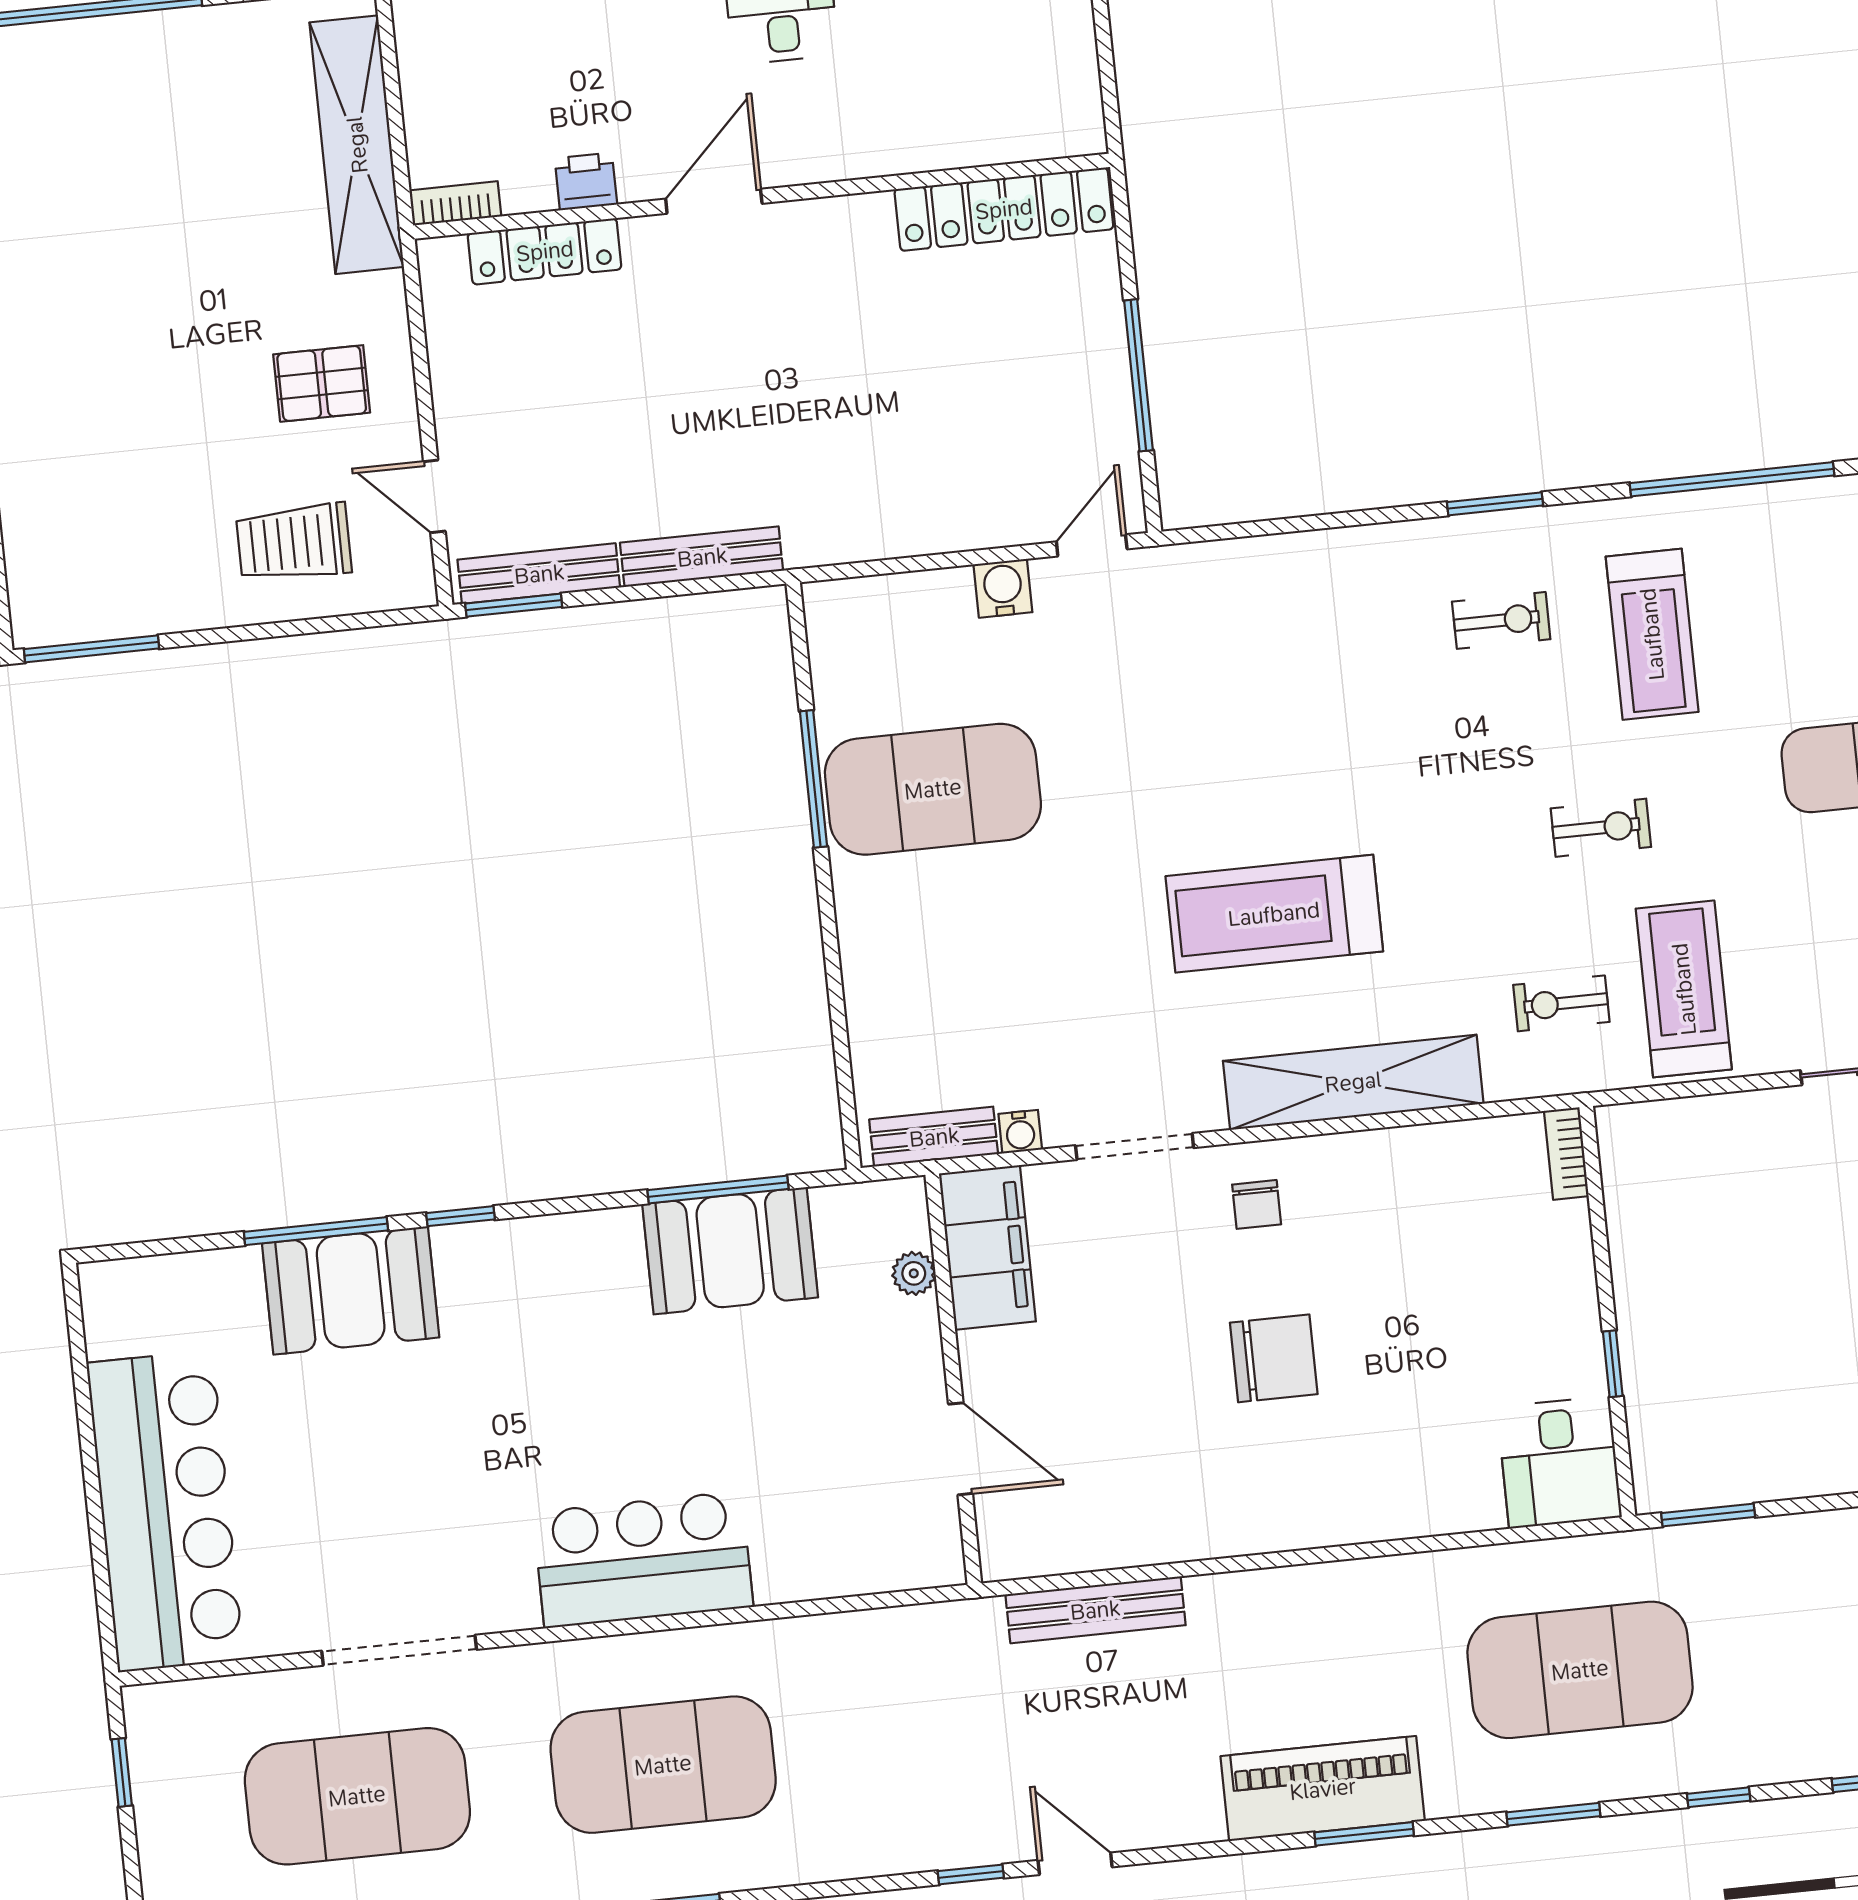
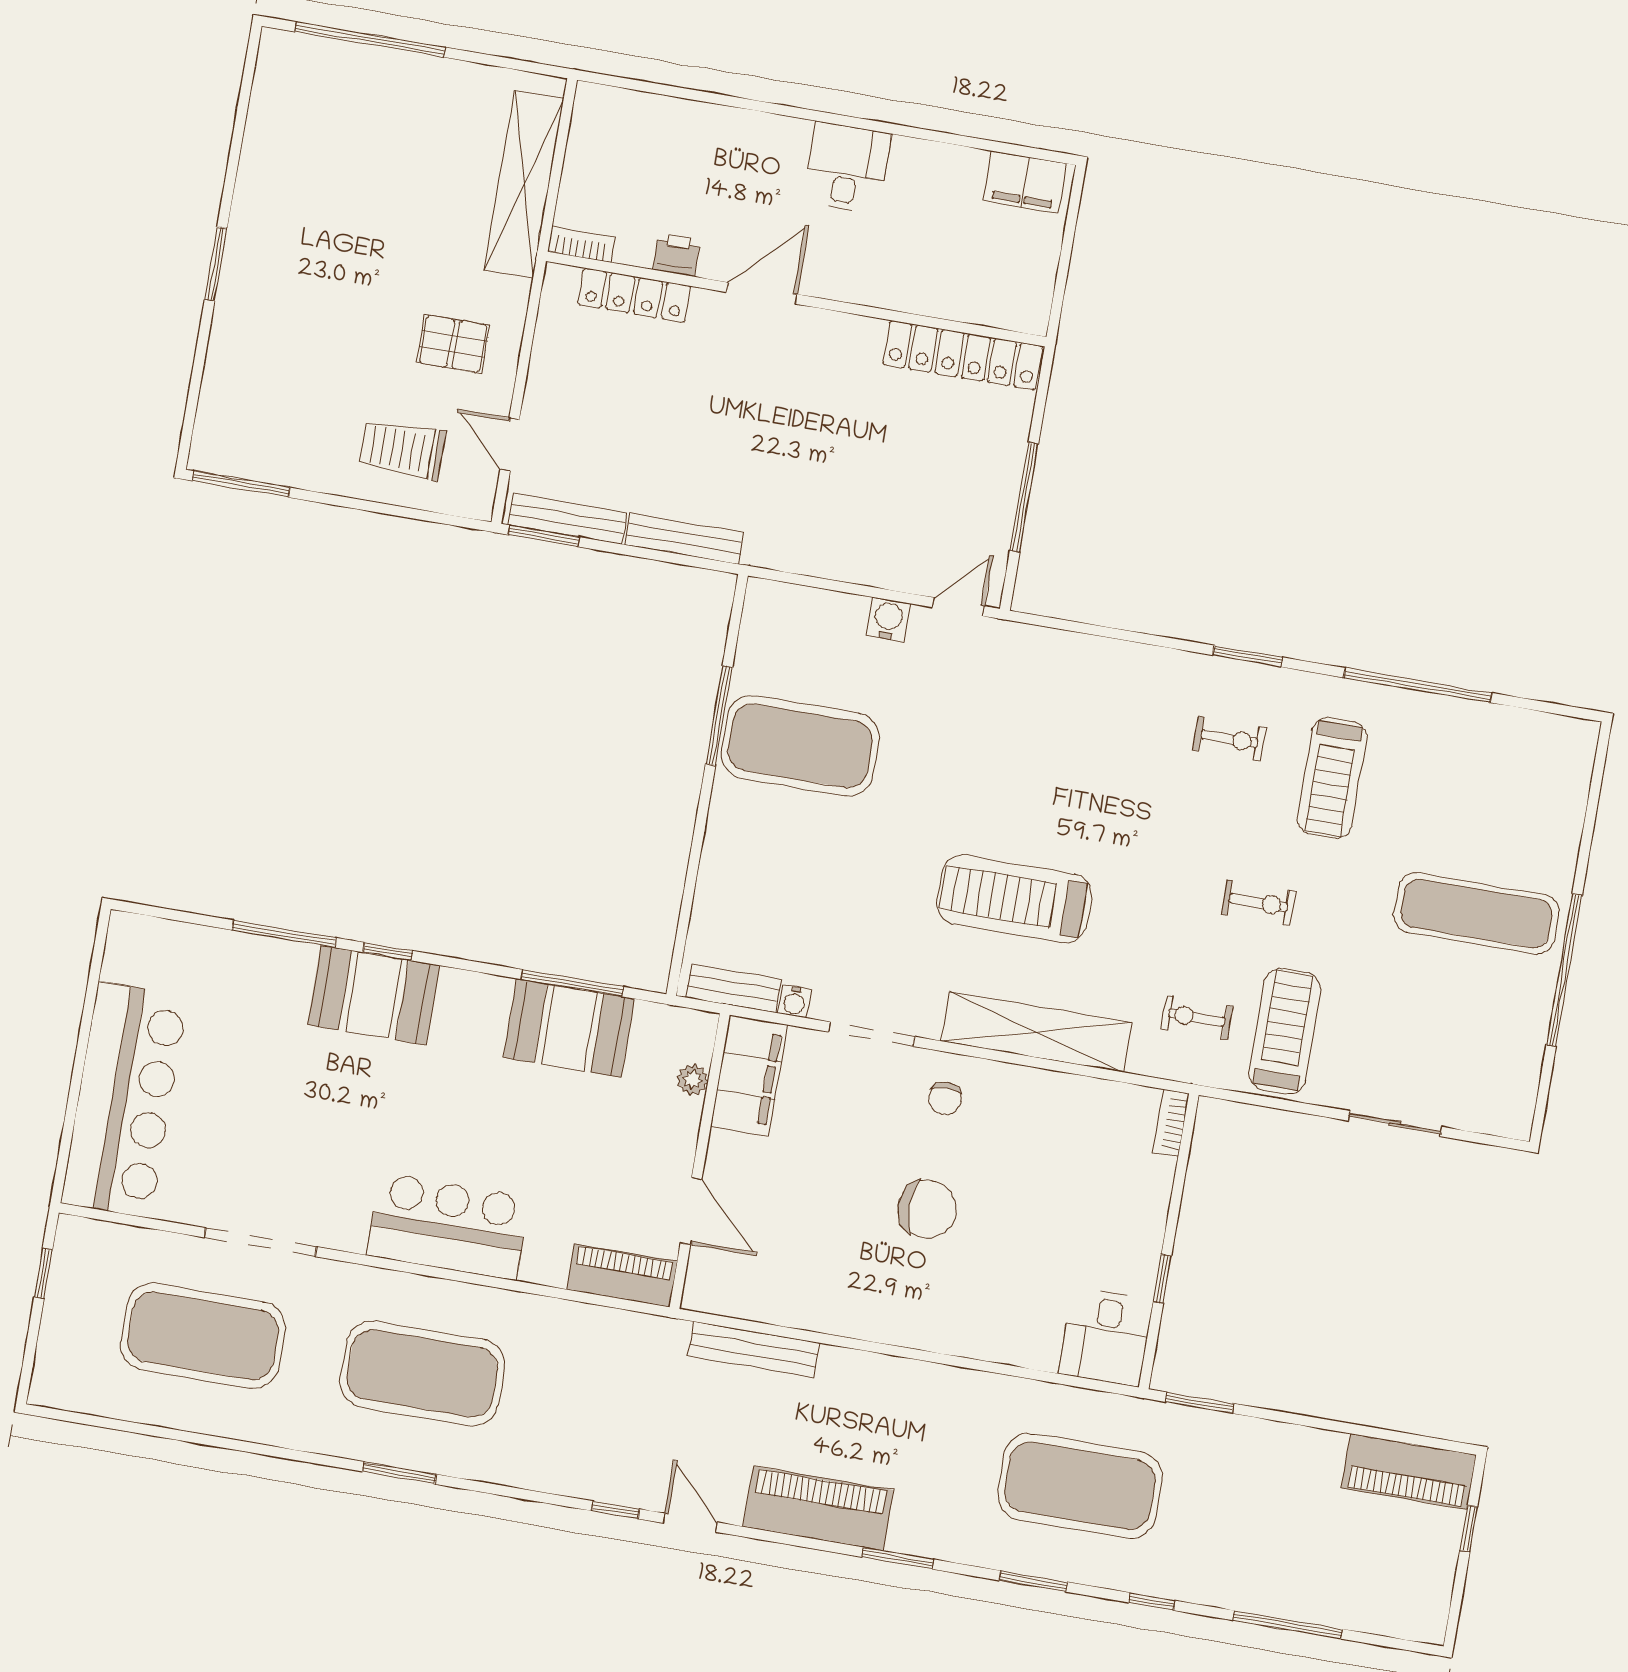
booth: (351, 1290) -> (374, 995), moved
piano: (893, 1560) -> (622, 1275), added
piano: (1323, 1789) -> (818, 1508), moved

